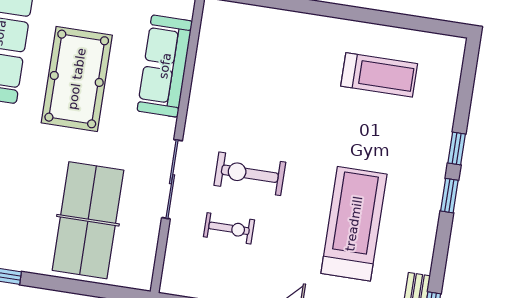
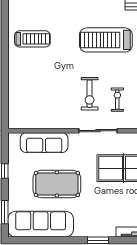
treadmill: (379, 75) -> (32, 39), turned 90

